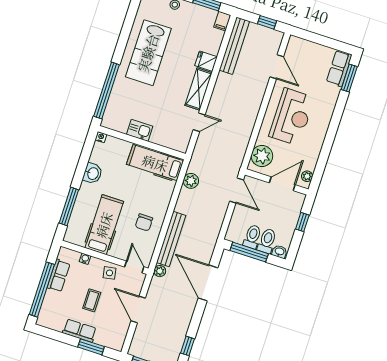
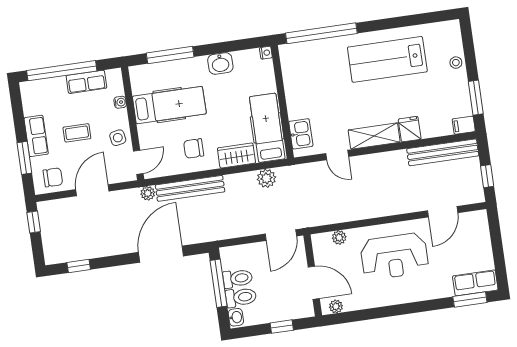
kitchen sink: (140, 130) -> (301, 134), moved
plant: (262, 156) -> (339, 237), width x0.53, depth x0.53
wardrobe: (164, 194) -> (236, 155), added
chair: (115, 333) -> (53, 177), added

